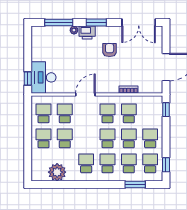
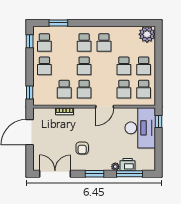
printer: (87, 32) -> (128, 164), moved
desk: (43, 77) -> (140, 128), width x1.36, depth x1.30
school desk: (129, 138) -> (64, 66), removed
school desk: (129, 163) -> (64, 43), removed
plant: (57, 172) -> (147, 34), moved

